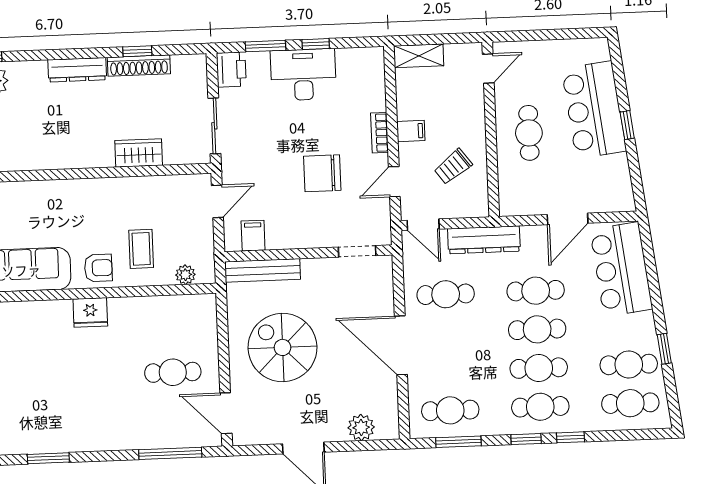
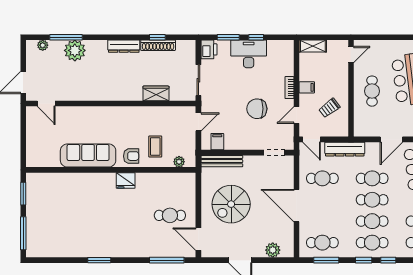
spiral stairs: (282, 347) -> (231, 204), turned -90

